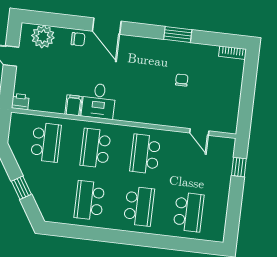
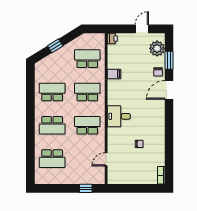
window: (178, 34) -> (169, 60), moved
desk: (99, 101) -> (119, 116), moved
school desk: (46, 142) -> (87, 59), turned 180

